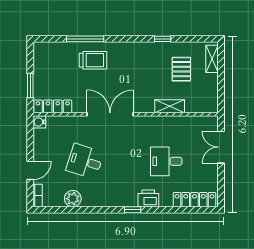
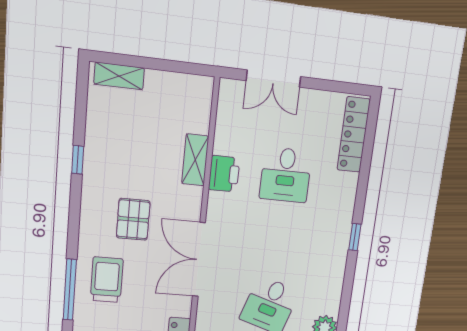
pallet: (181, 69) -> (133, 219), moved, turned 90
printer: (148, 198) -> (224, 174), moved, turned 180

